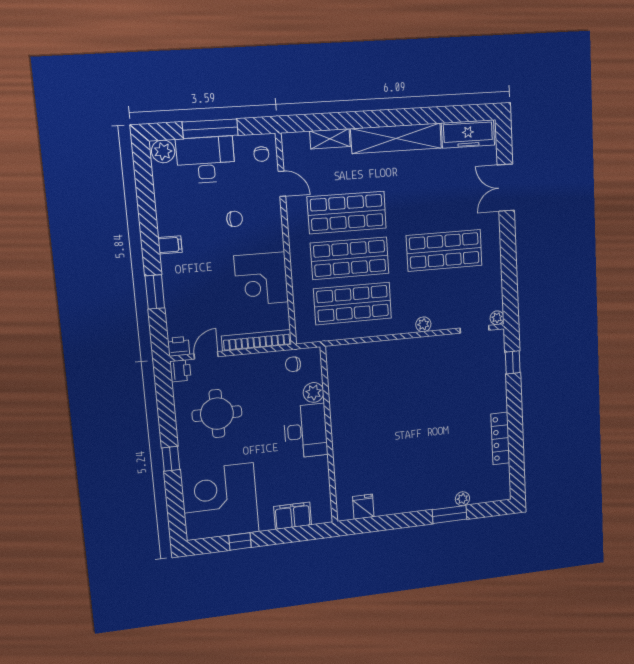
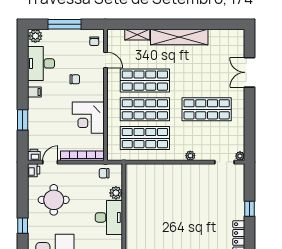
freezer: (468, 134) -> (226, 37), removed
desk: (206, 160) -> (41, 63), moved, turned -90
window: (513, 362) -> (249, 209), moved

